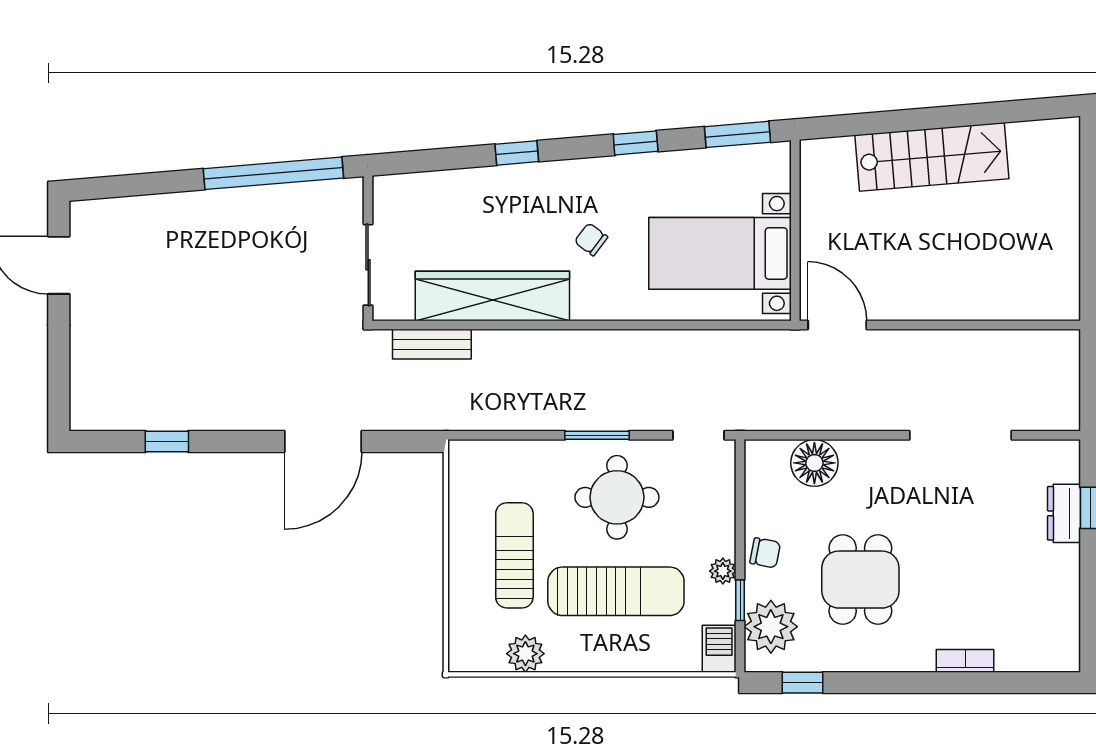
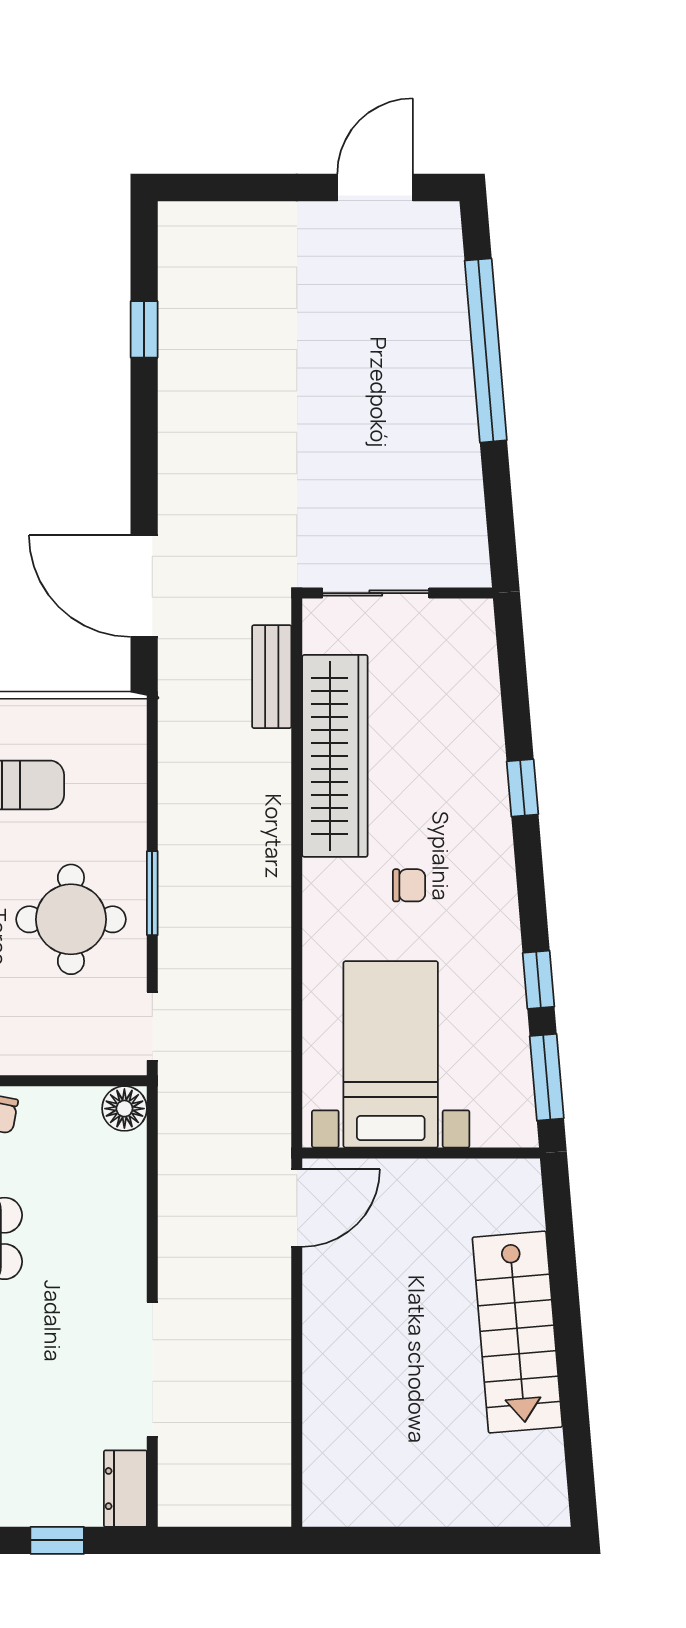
window: (636, 143) -> (539, 980), moved
window: (273, 173) -> (486, 350), moved
chair: (591, 239) -> (409, 885), turned 53
door: (323, 442) -> (144, 586), moved
floor lamp: (814, 463) -> (124, 1109), moved, width x0.73, depth x0.73
dresser: (1064, 513) -> (125, 1489), moved, turned -90

